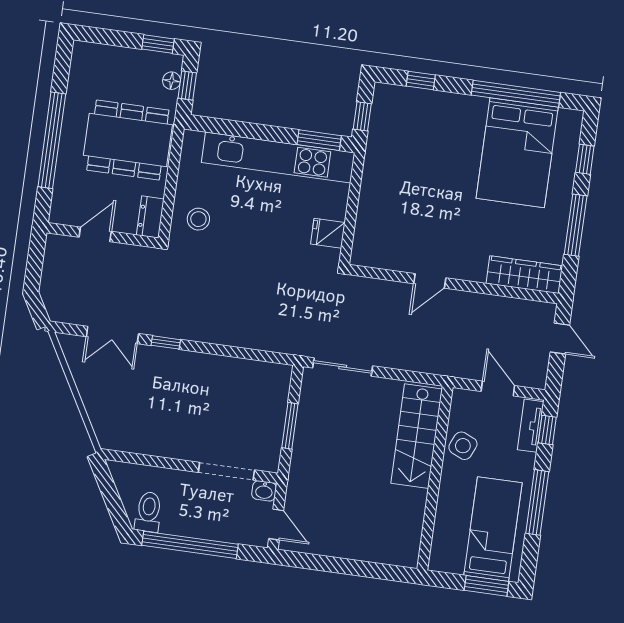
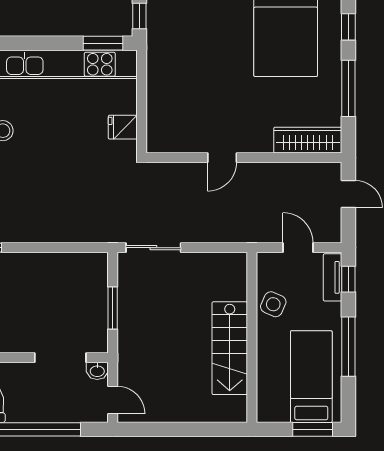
stairs: (417, 436) -> (230, 348), moved

